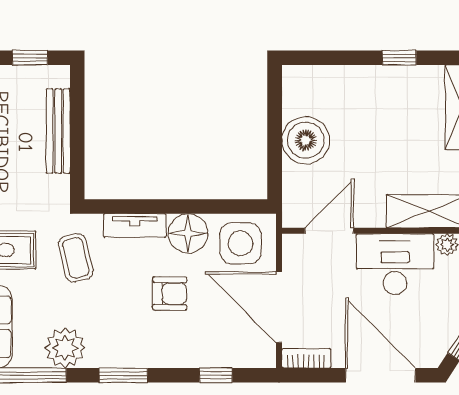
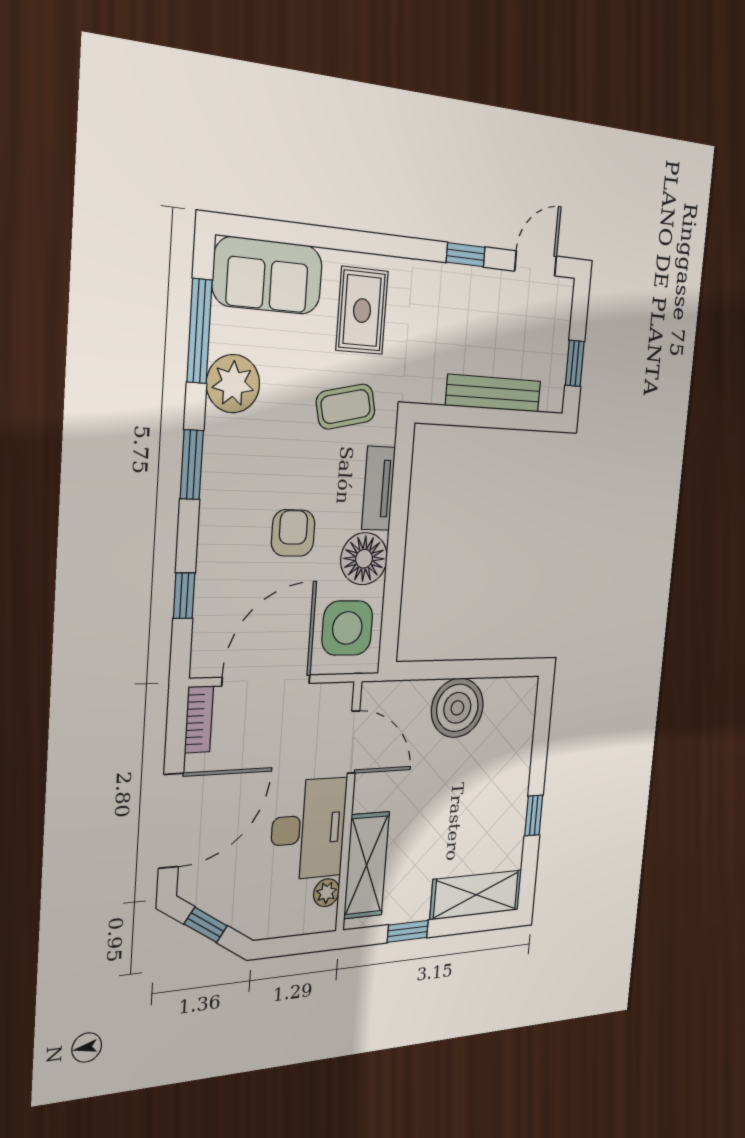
armchair: (170, 294) -> (293, 533), turned 180

